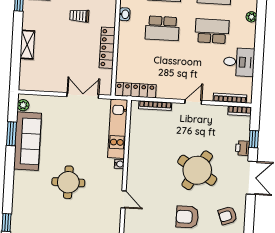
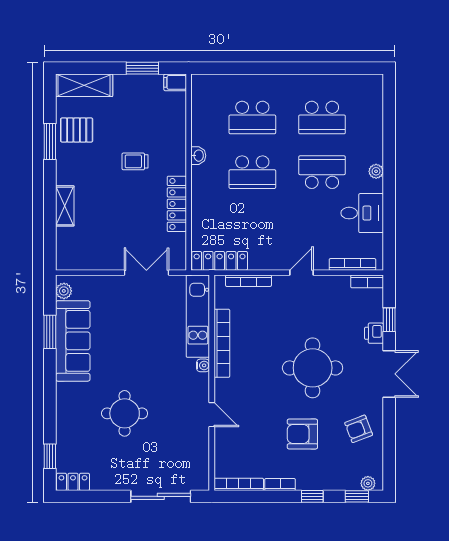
plant: (251, 17) -> (376, 171), moved
bookcase: (134, 149) -> (222, 343), added
round table: (197, 170) -> (313, 368), turned -31
round table: (68, 182) -> (125, 413), moved

